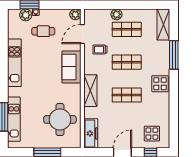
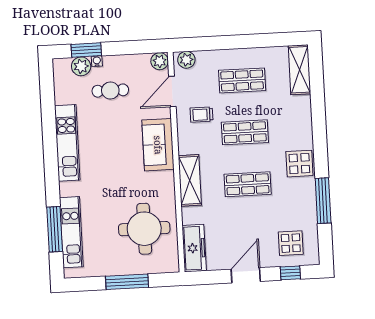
plant: (116, 14) -> (186, 60), moved
window: (174, 55) -> (323, 201), moved

